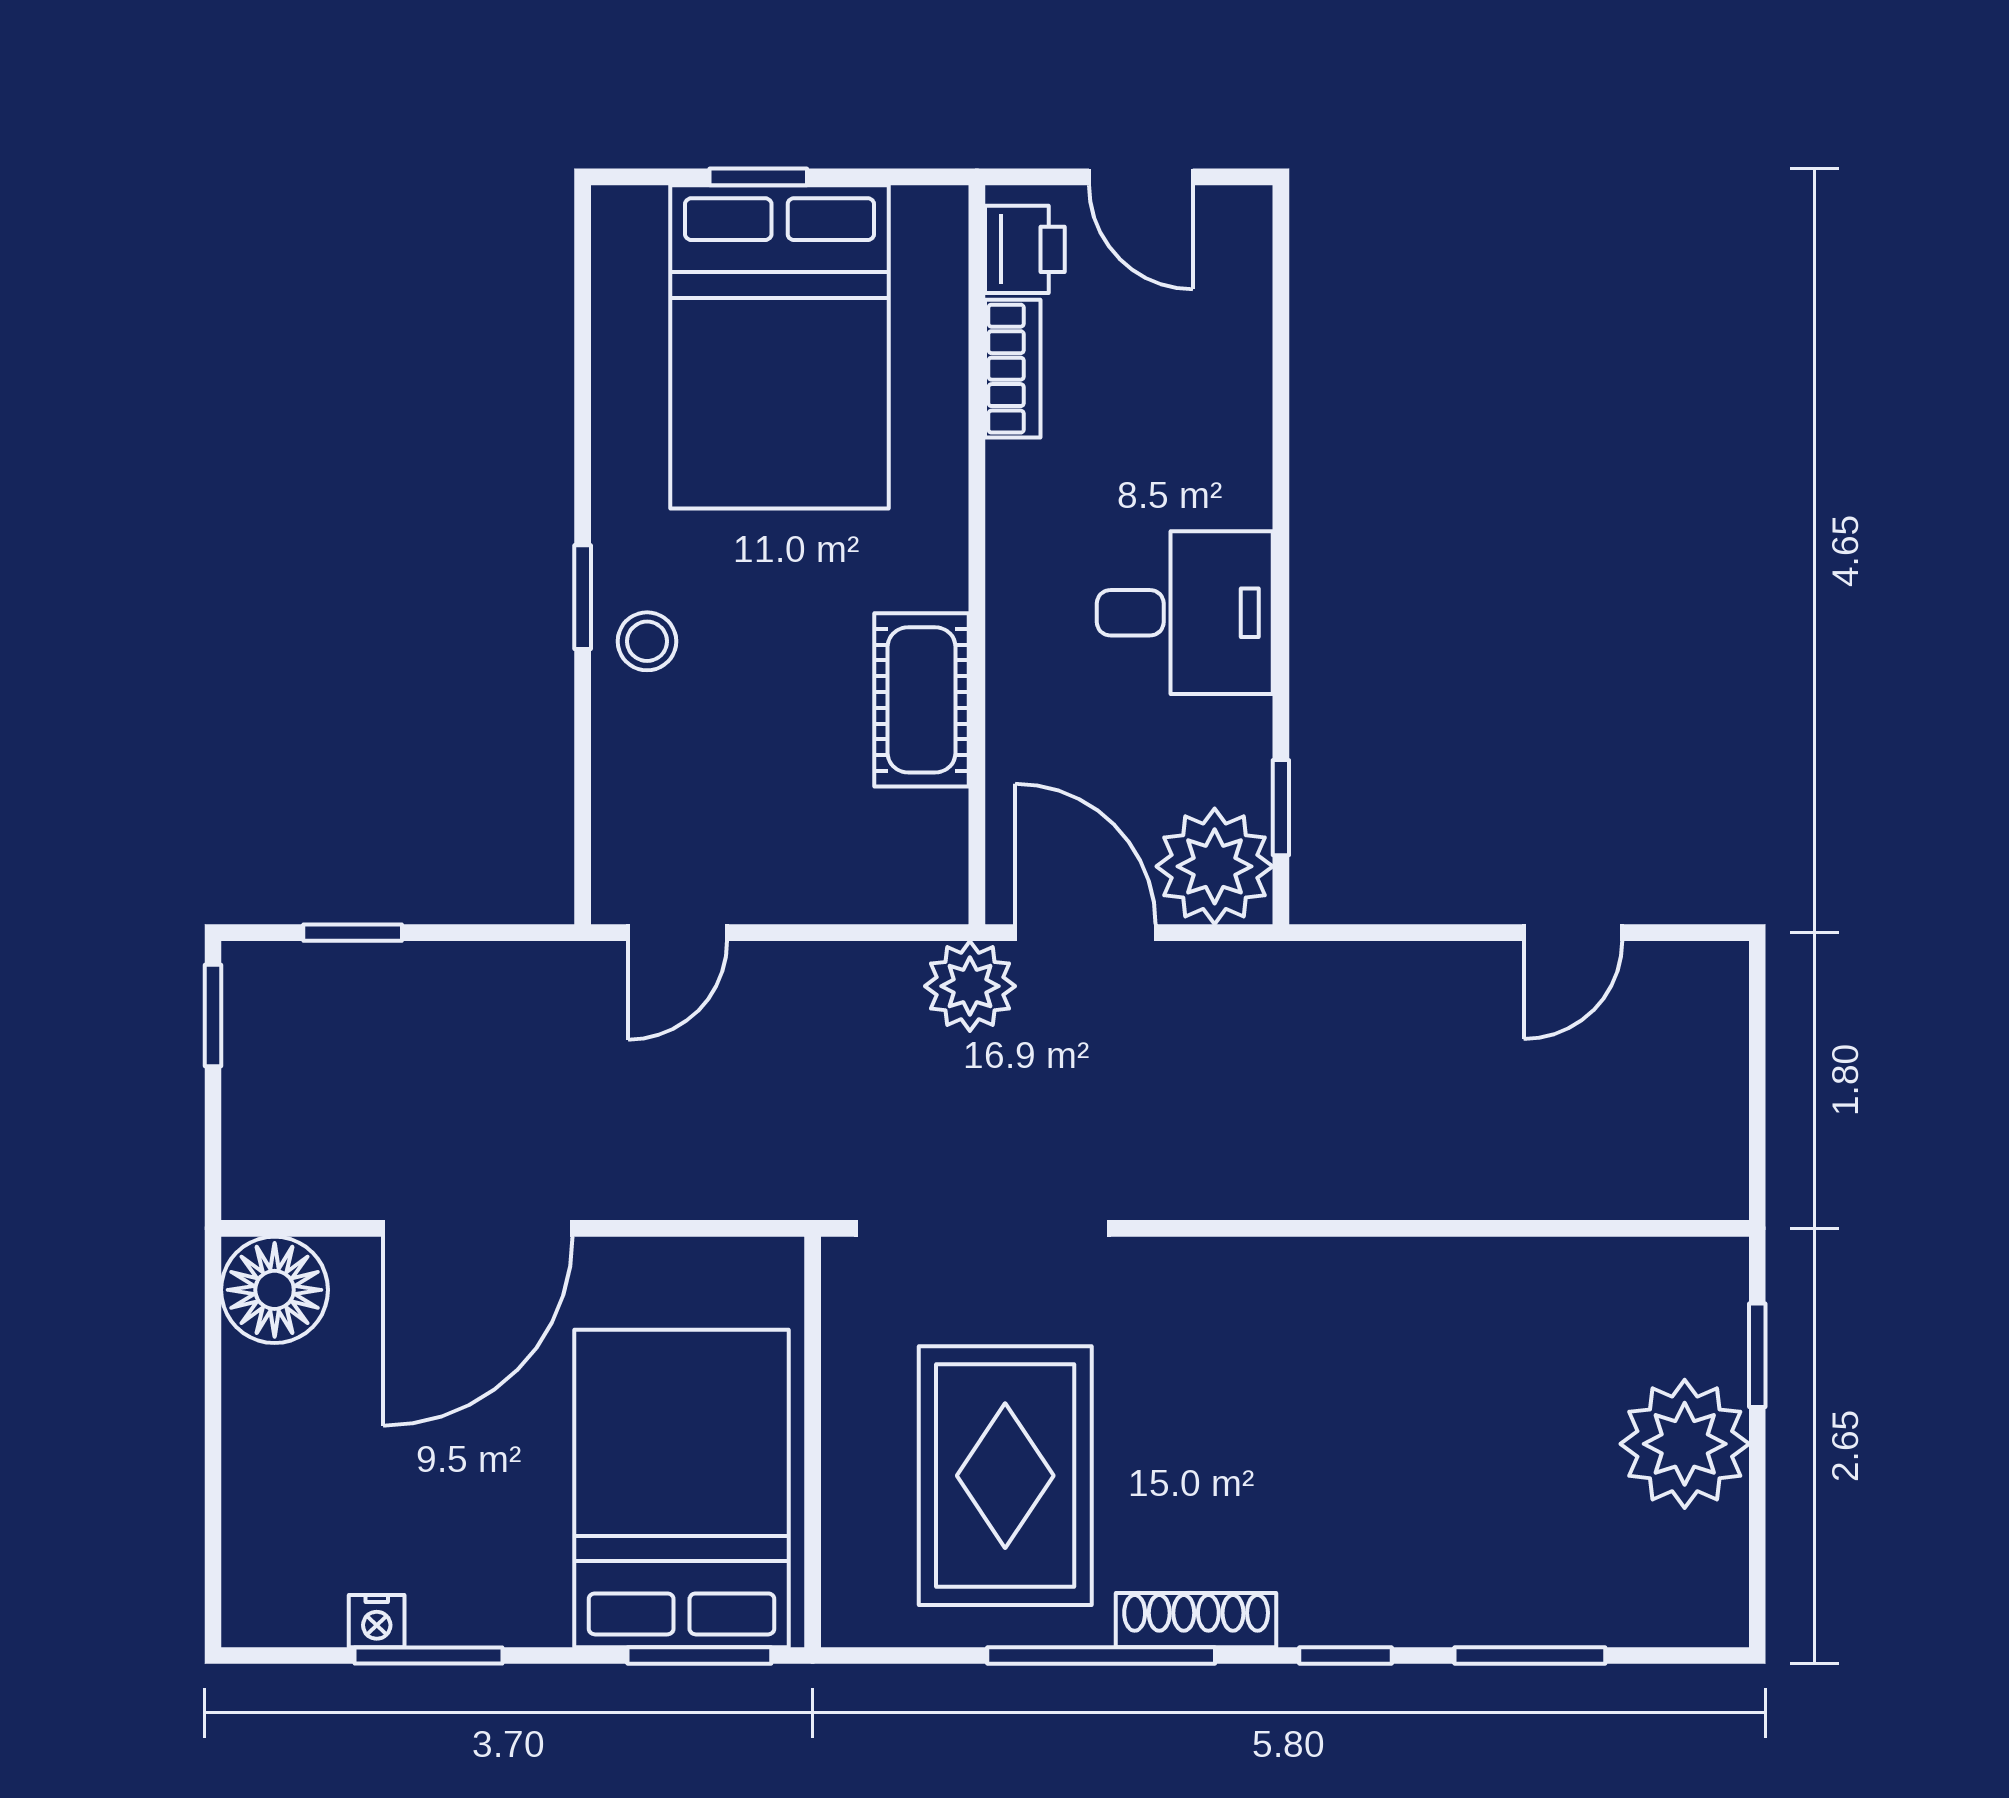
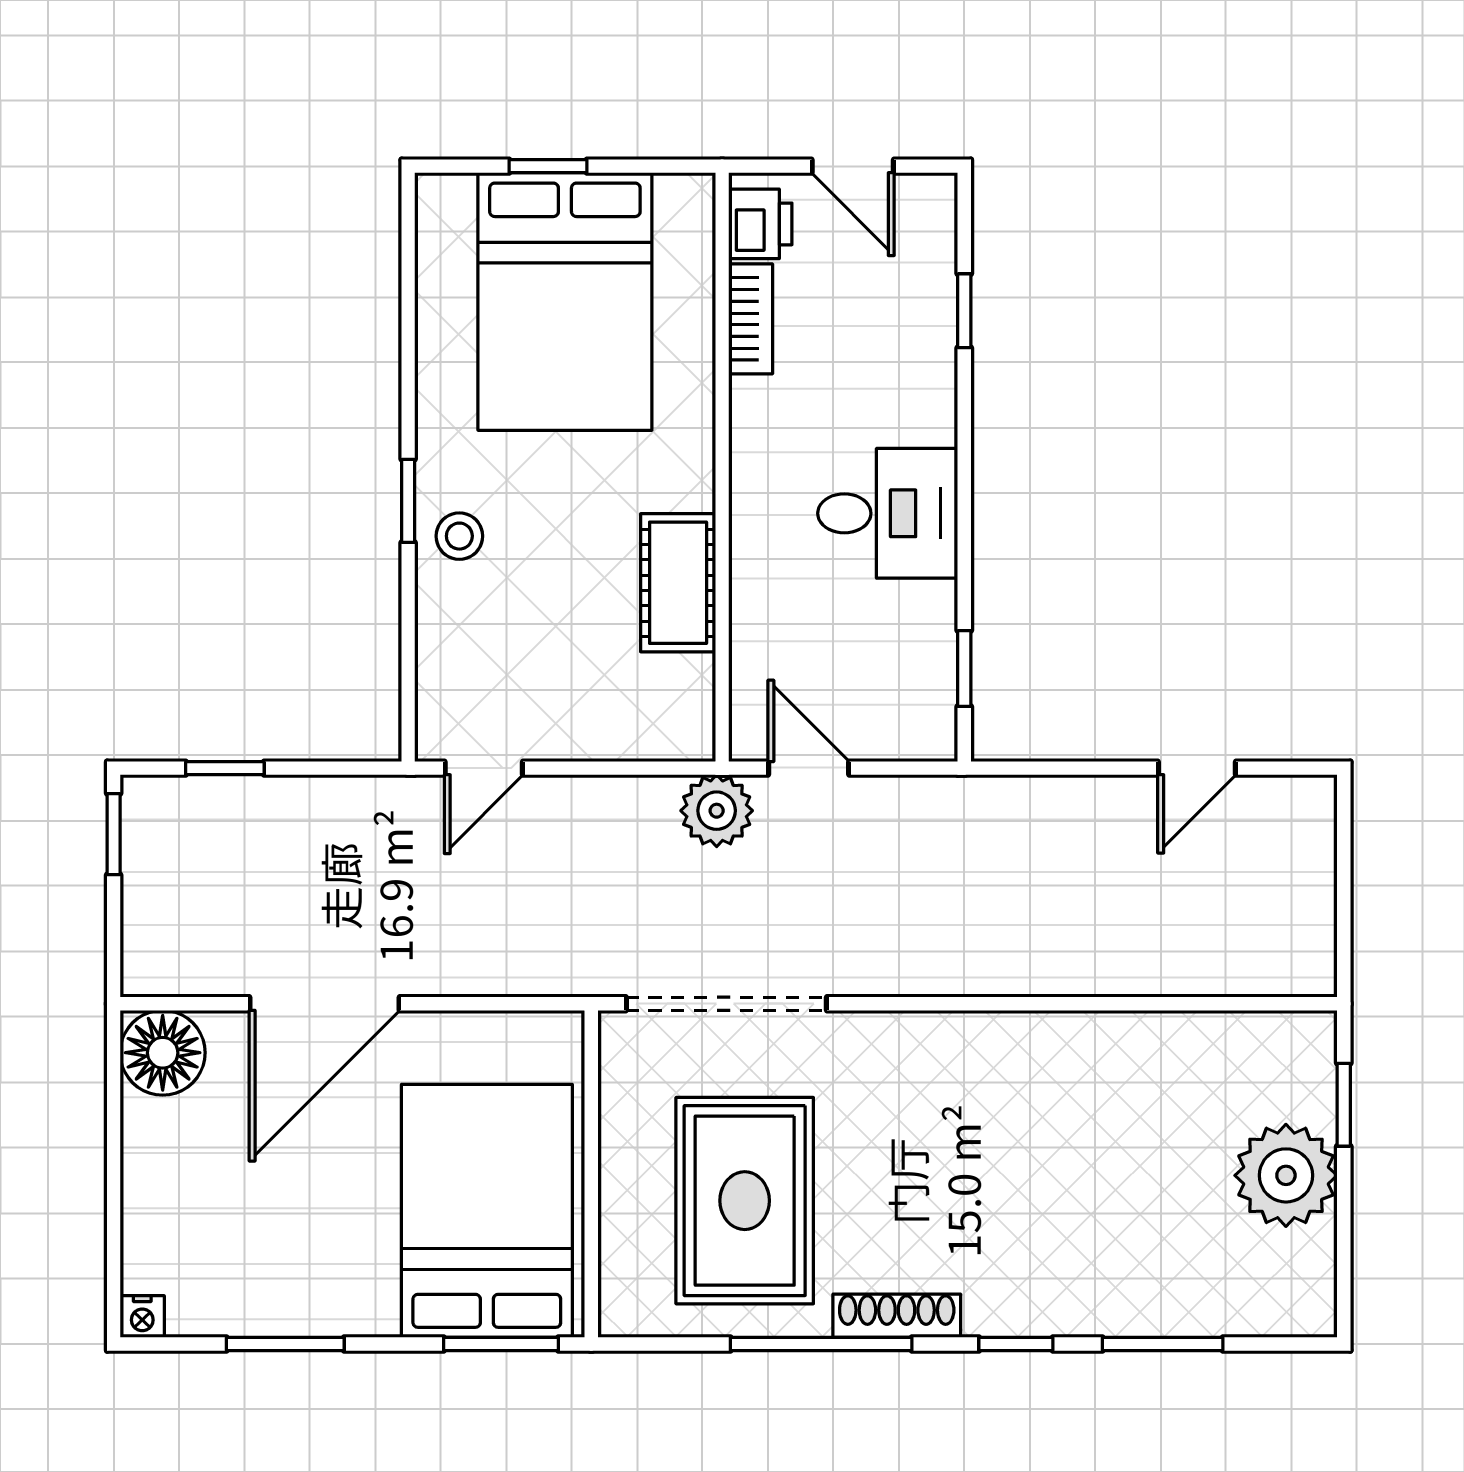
window: (1281, 358) -> (964, 311), added
plant: (1215, 866) -> (911, 715), removed
door: (1085, 933) -> (809, 768), width x0.73
nightstand: (377, 1621) -> (142, 1317), moved

